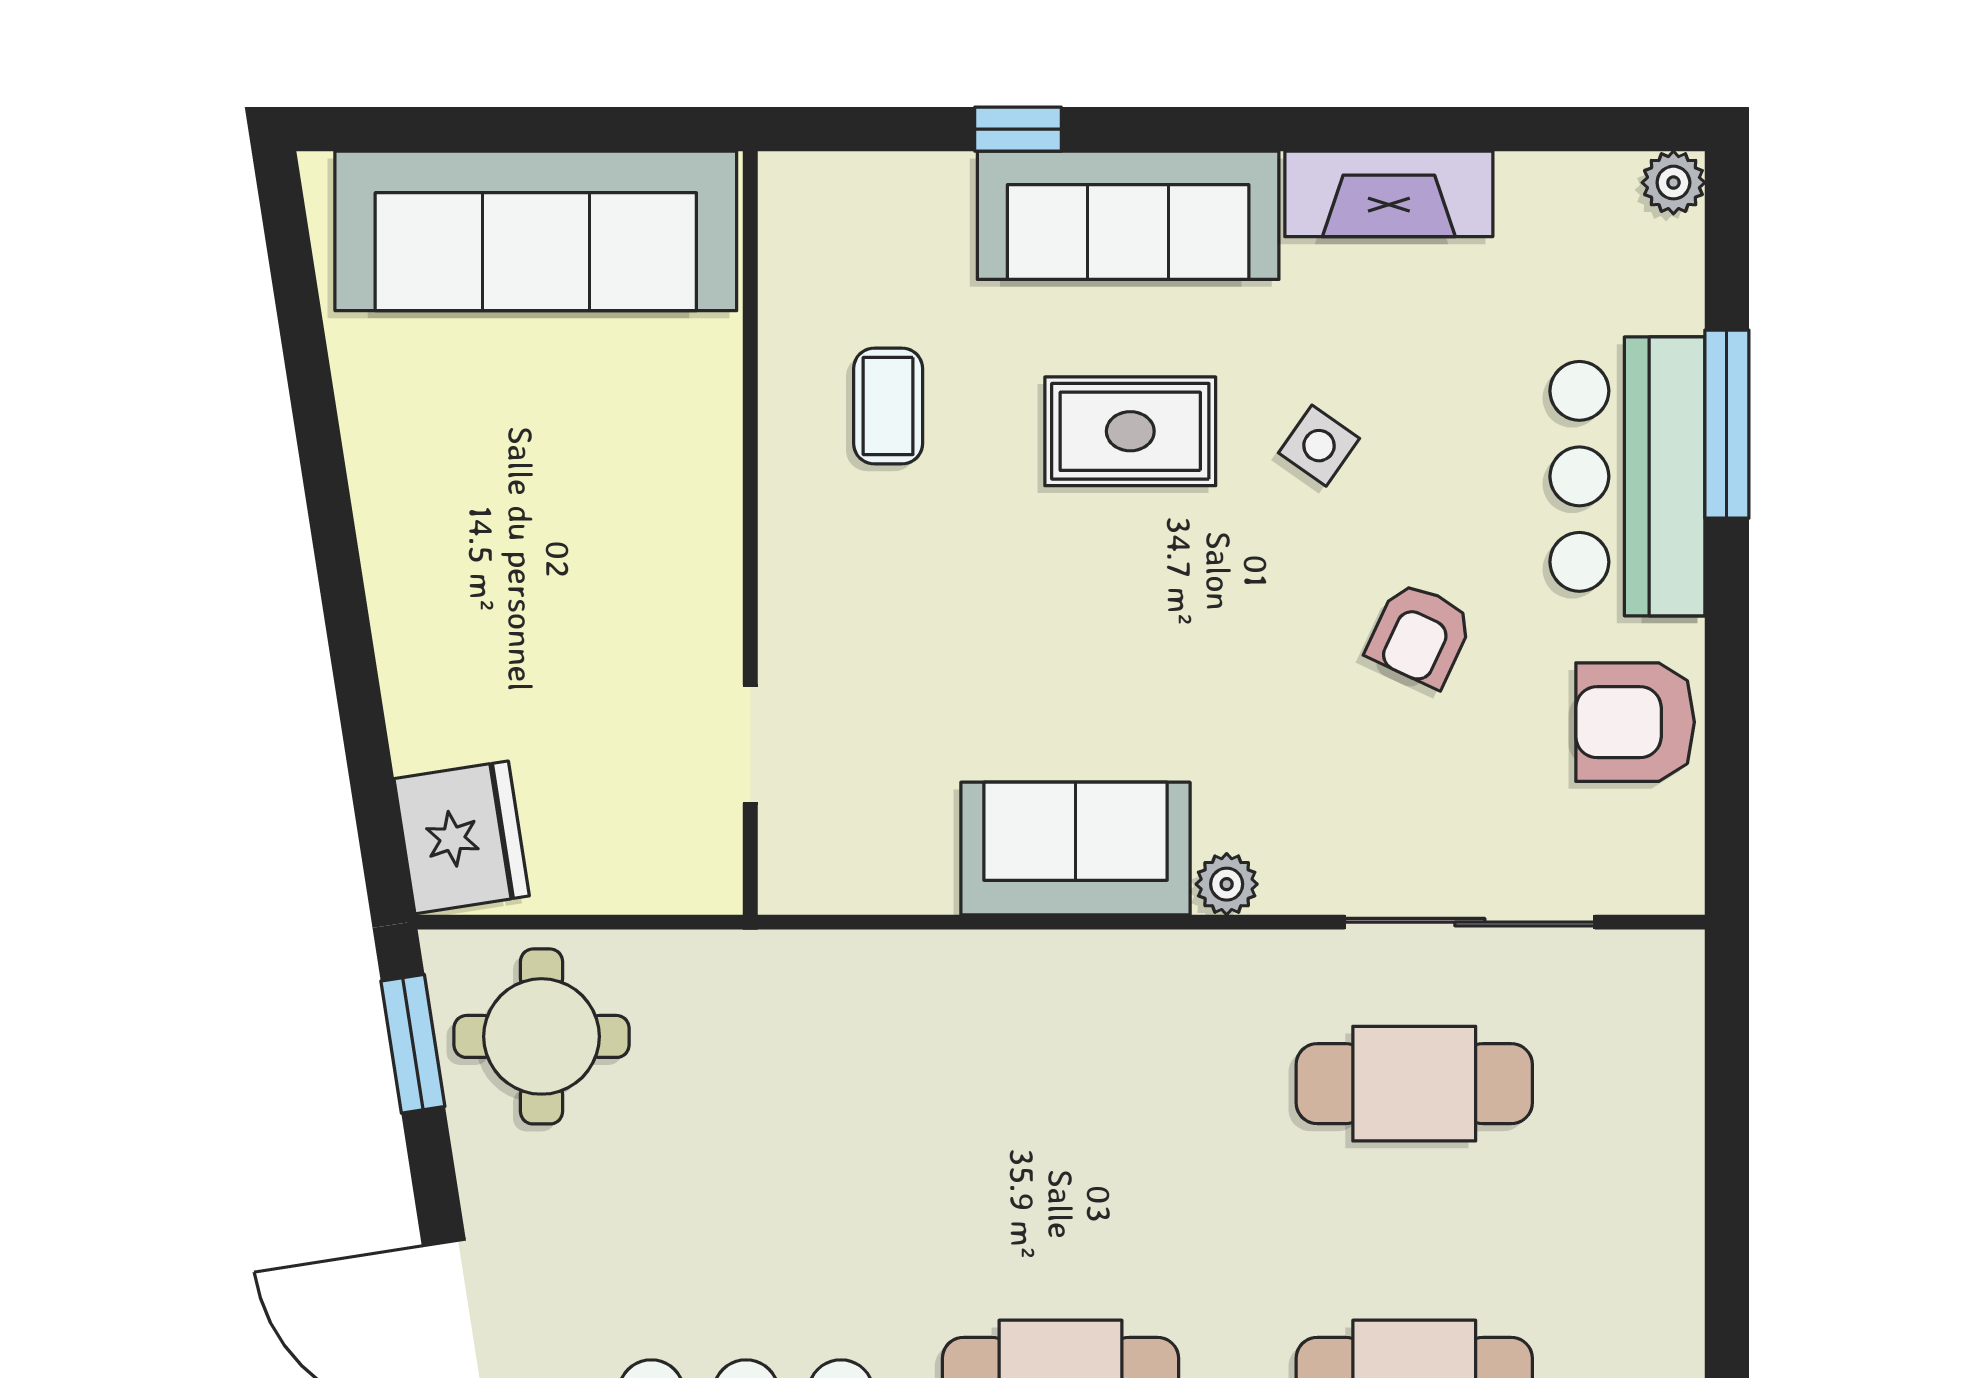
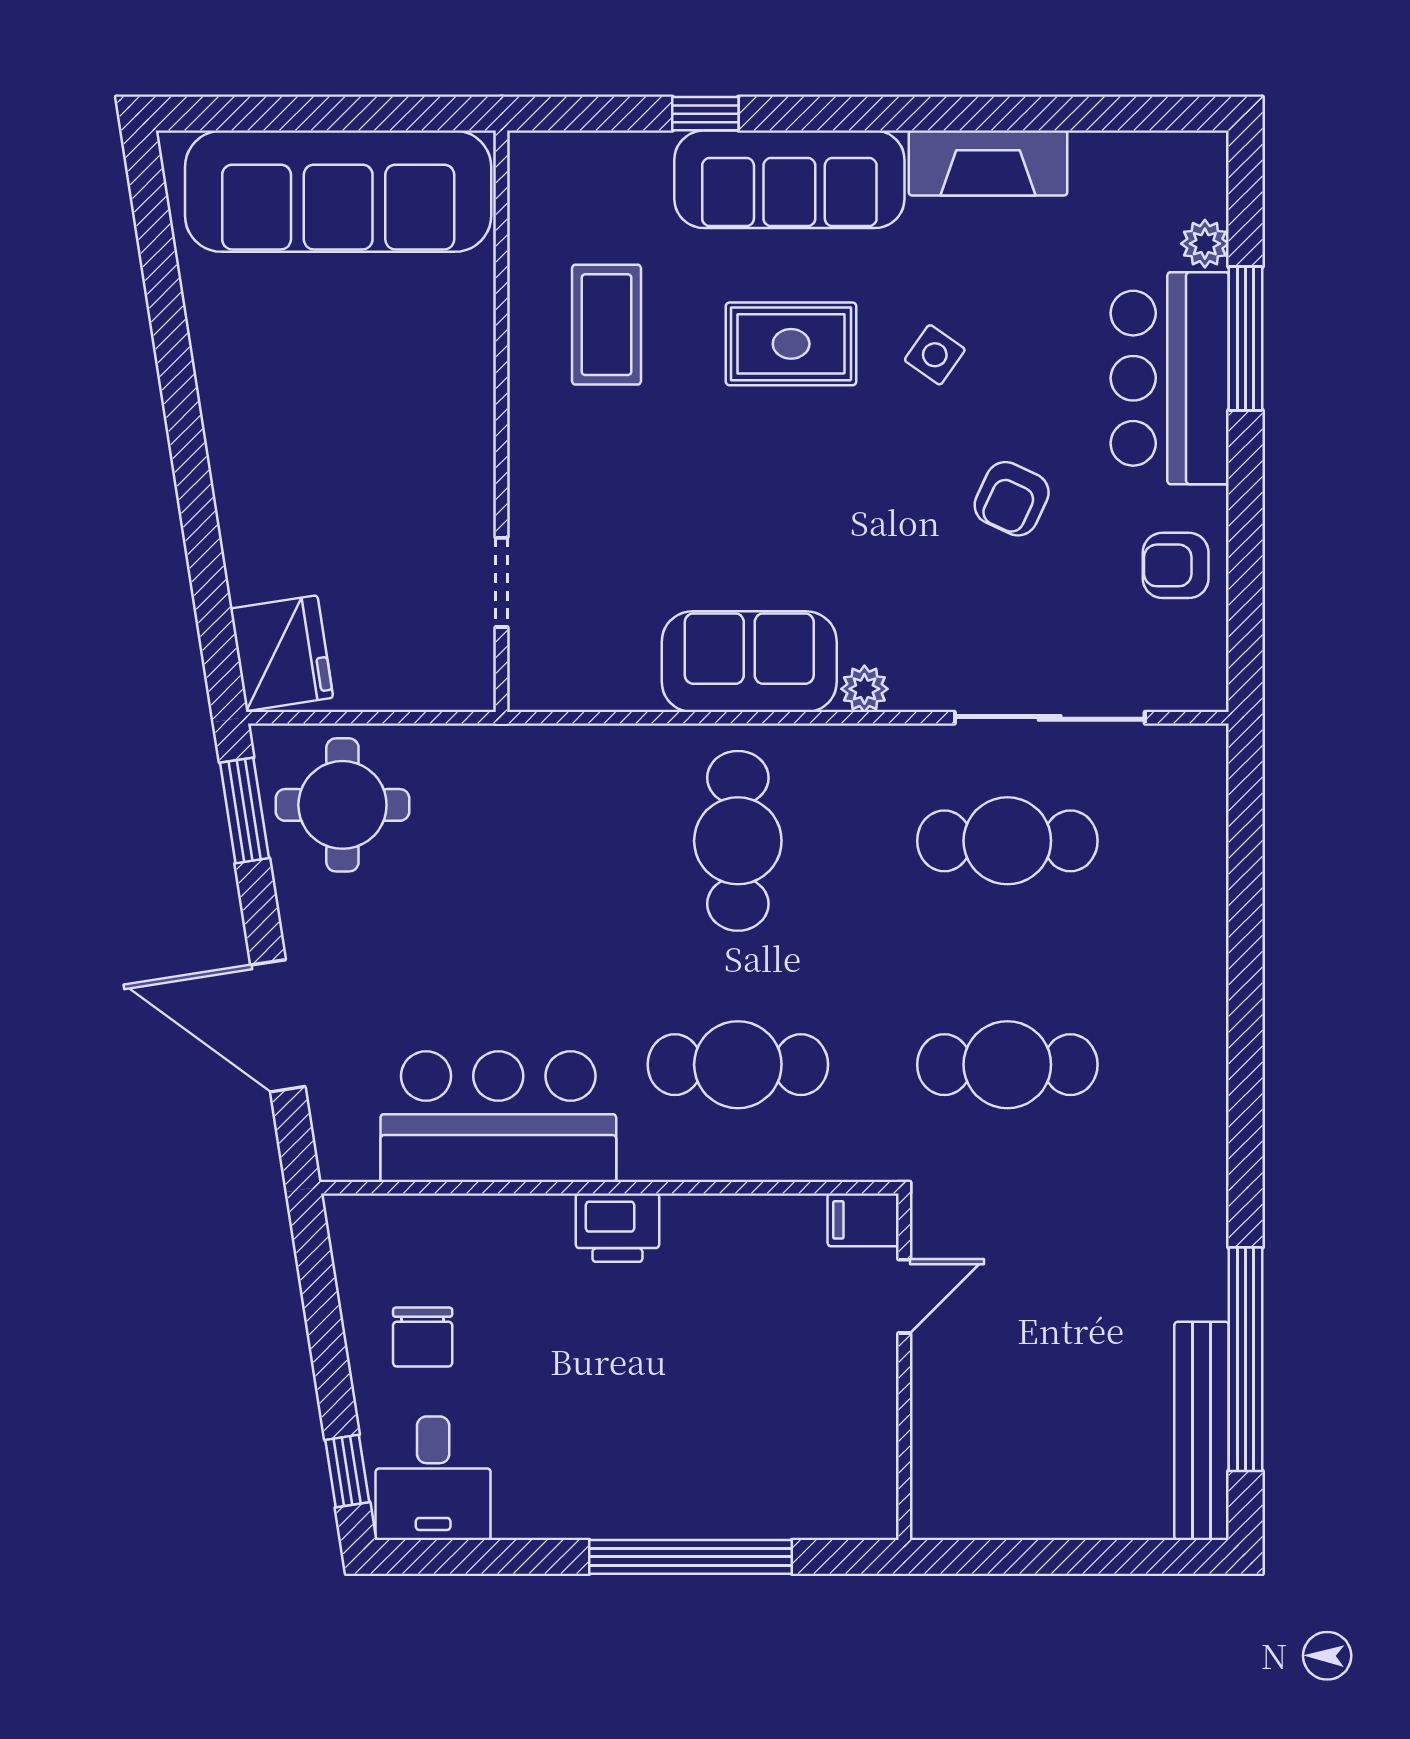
plant: (1673, 183) -> (1205, 244), moved
coffee table: (888, 406) -> (607, 325), width x1.36, depth x1.30
armchair: (1635, 722) -> (1176, 565), width x0.72, depth x0.72
cafe table: (1060, 1084) -> (738, 841), added

